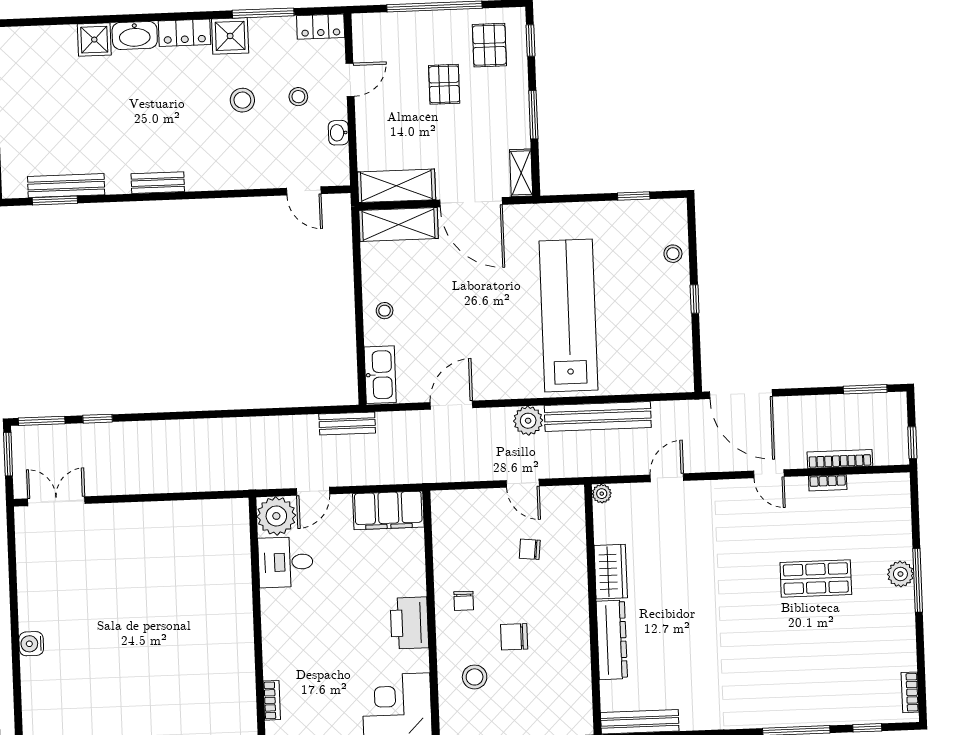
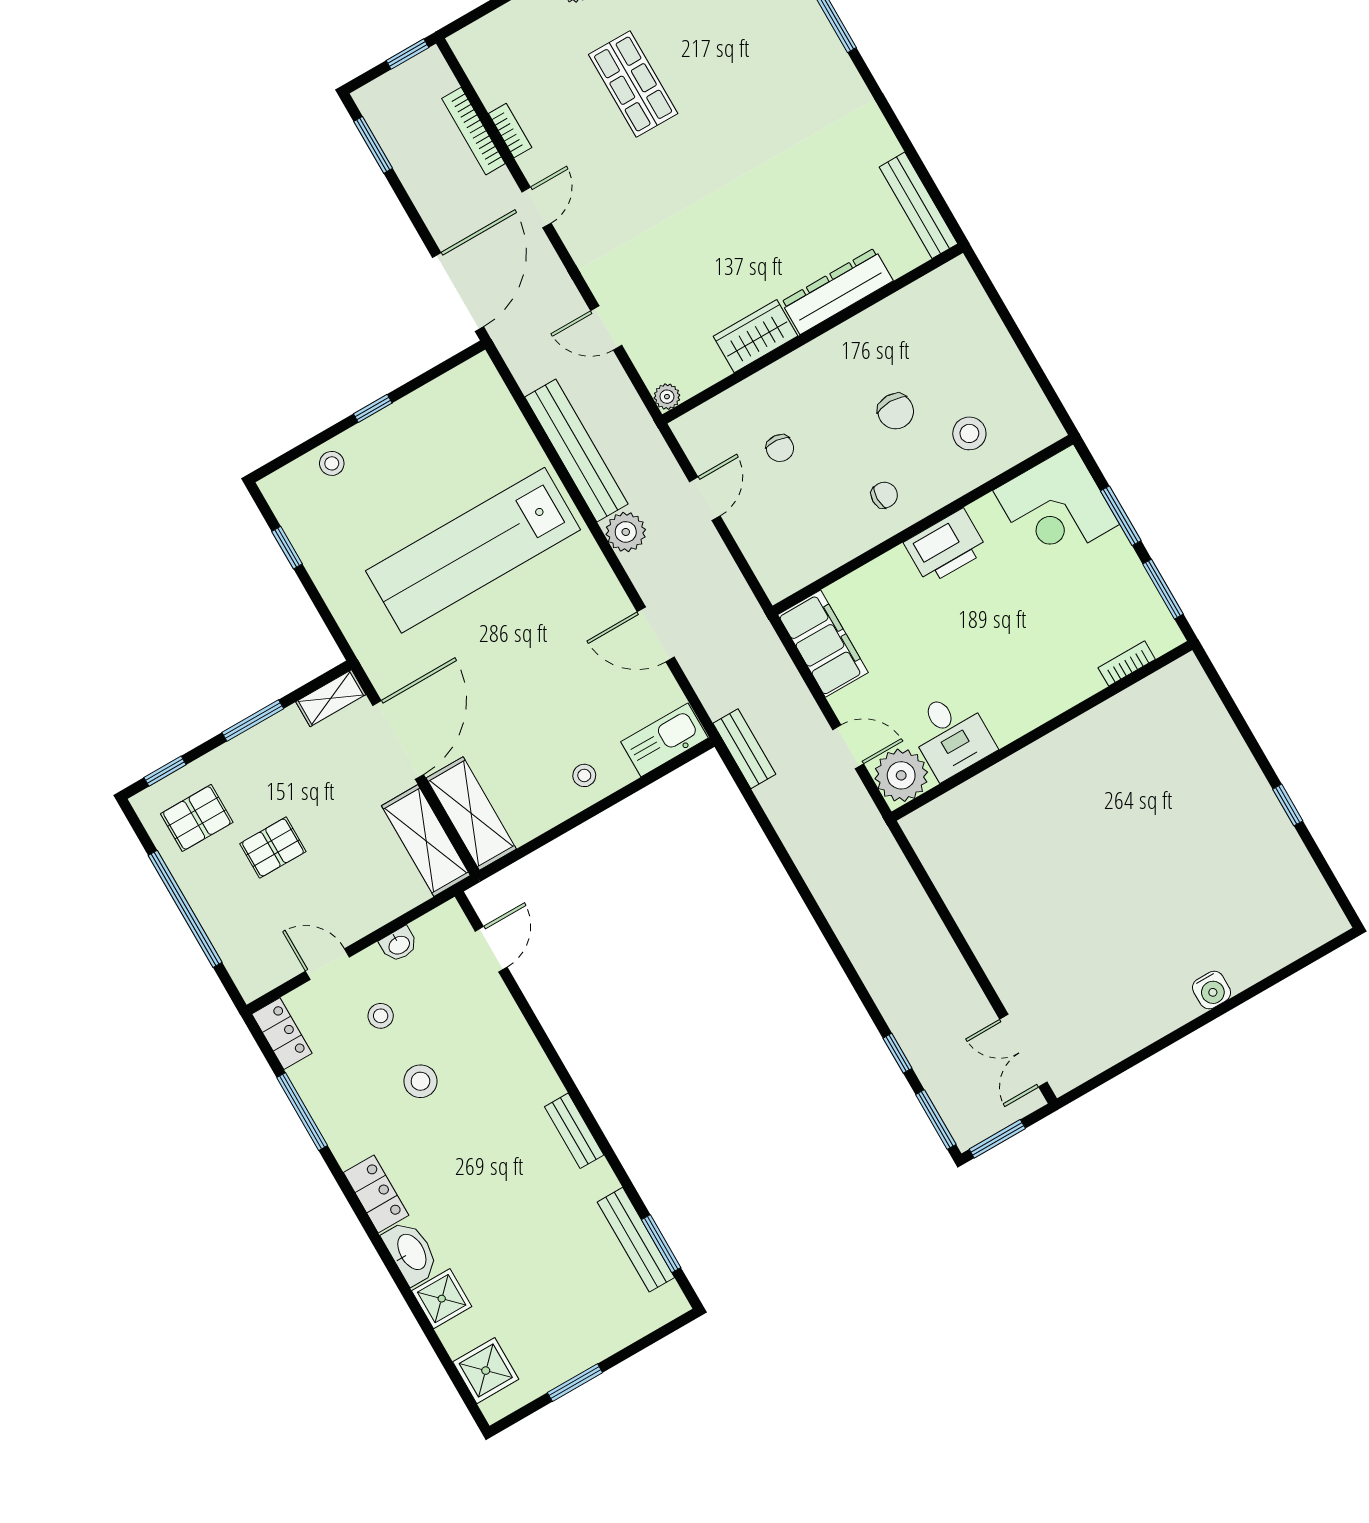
shower: (230, 36) -> (486, 1371), moved

